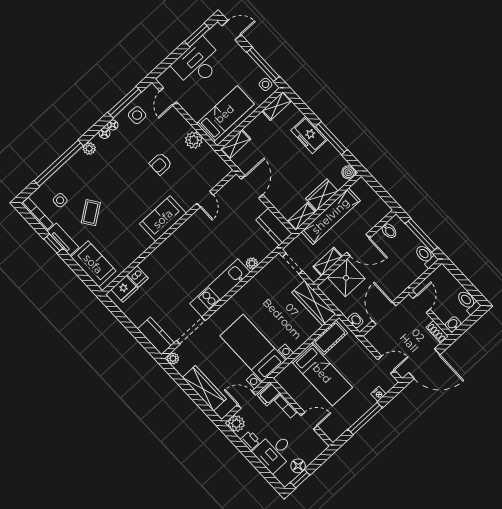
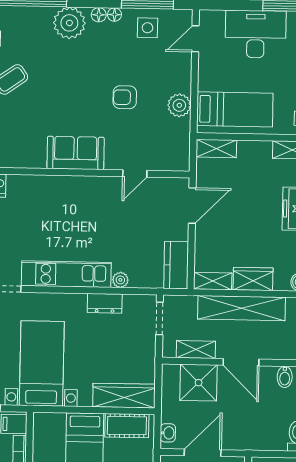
plant: (89, 148) -> (69, 23), width x1.88, depth x1.88
dresser: (255, 284) -> (105, 303), added
wardrobe: (314, 303) -> (124, 396), moved, turned 90

